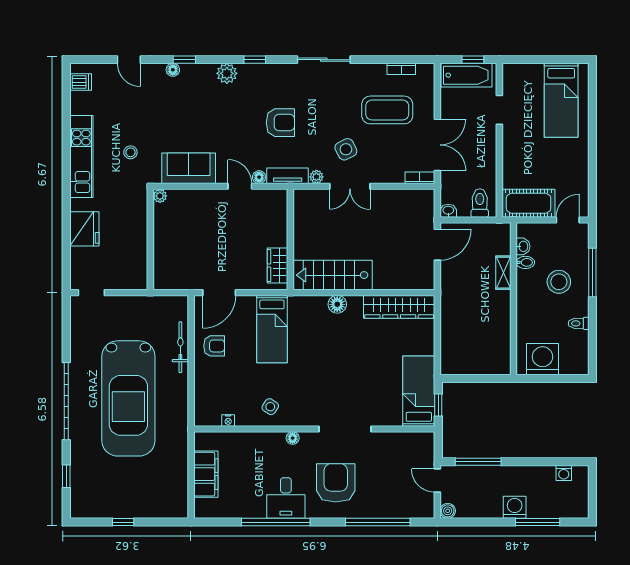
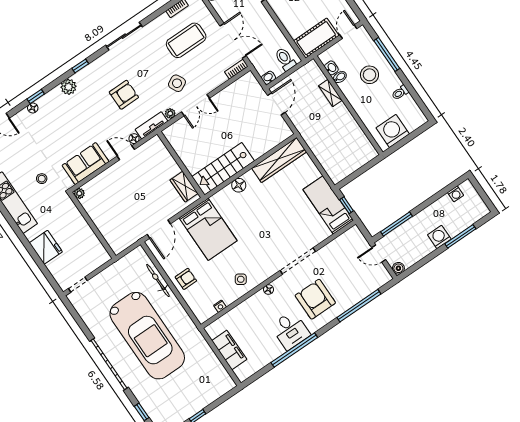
bed: (272, 329) -> (208, 229), width x1.50
armchair: (214, 346) -> (186, 279), moved

